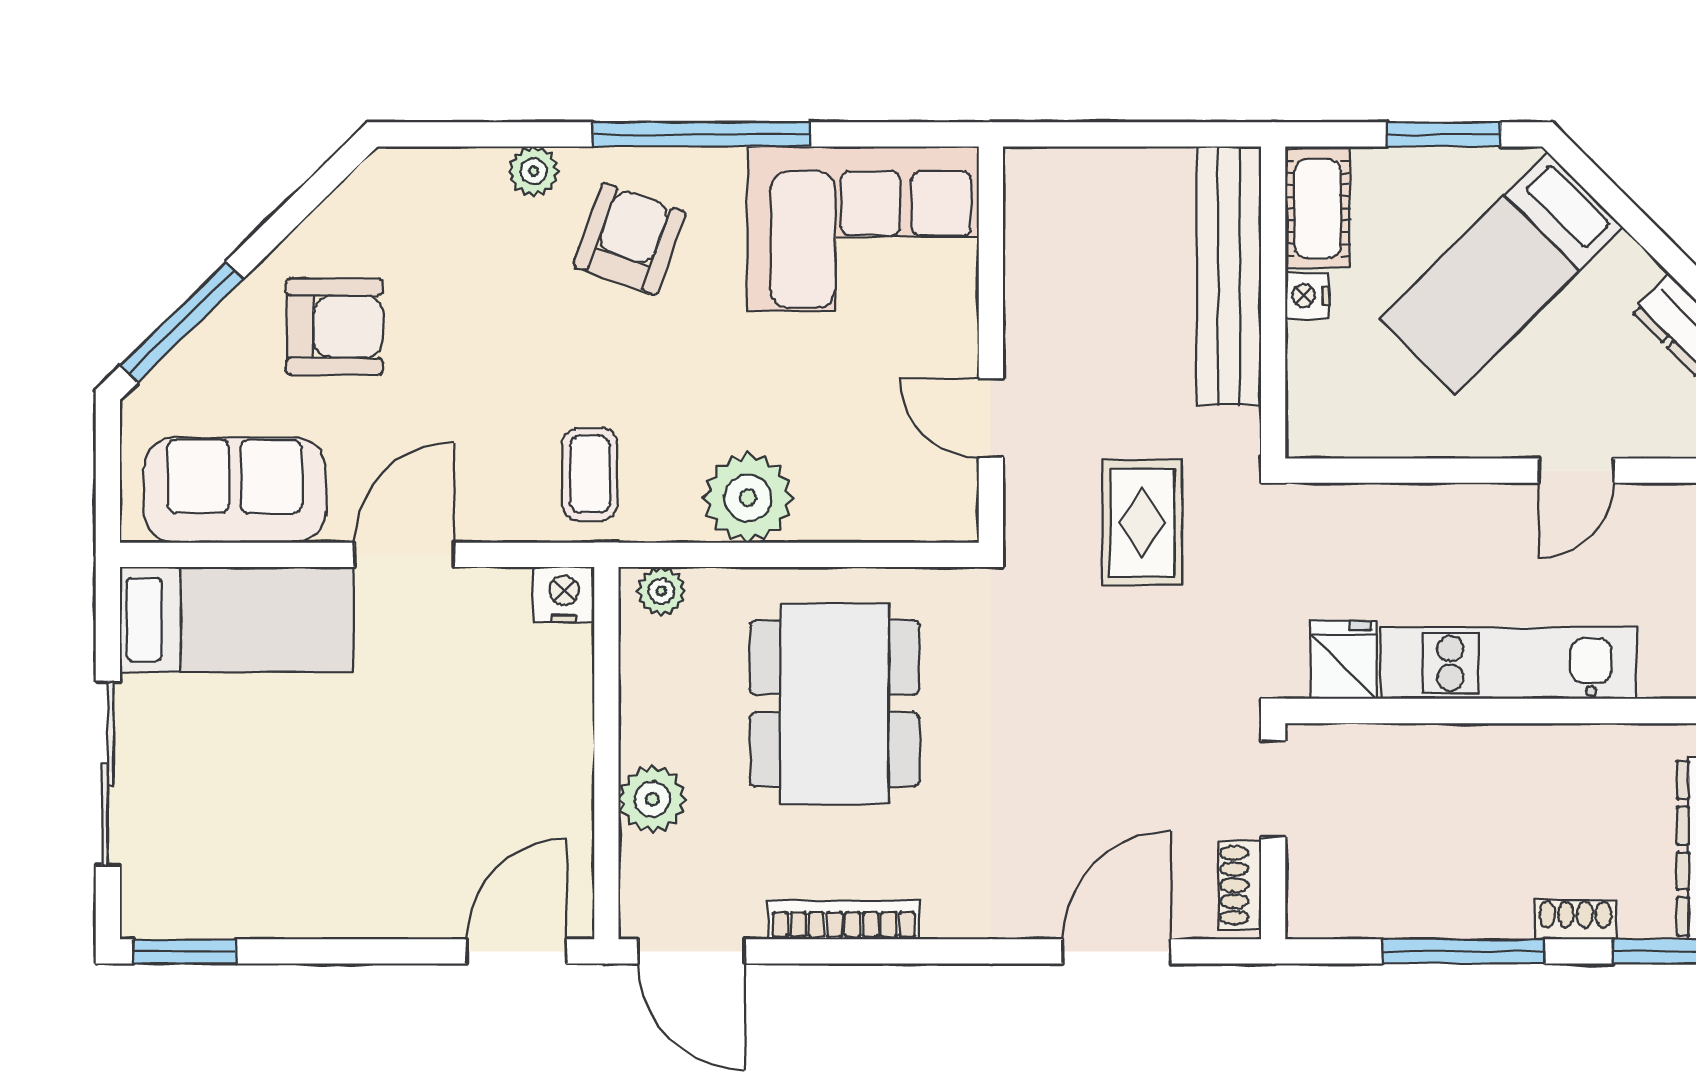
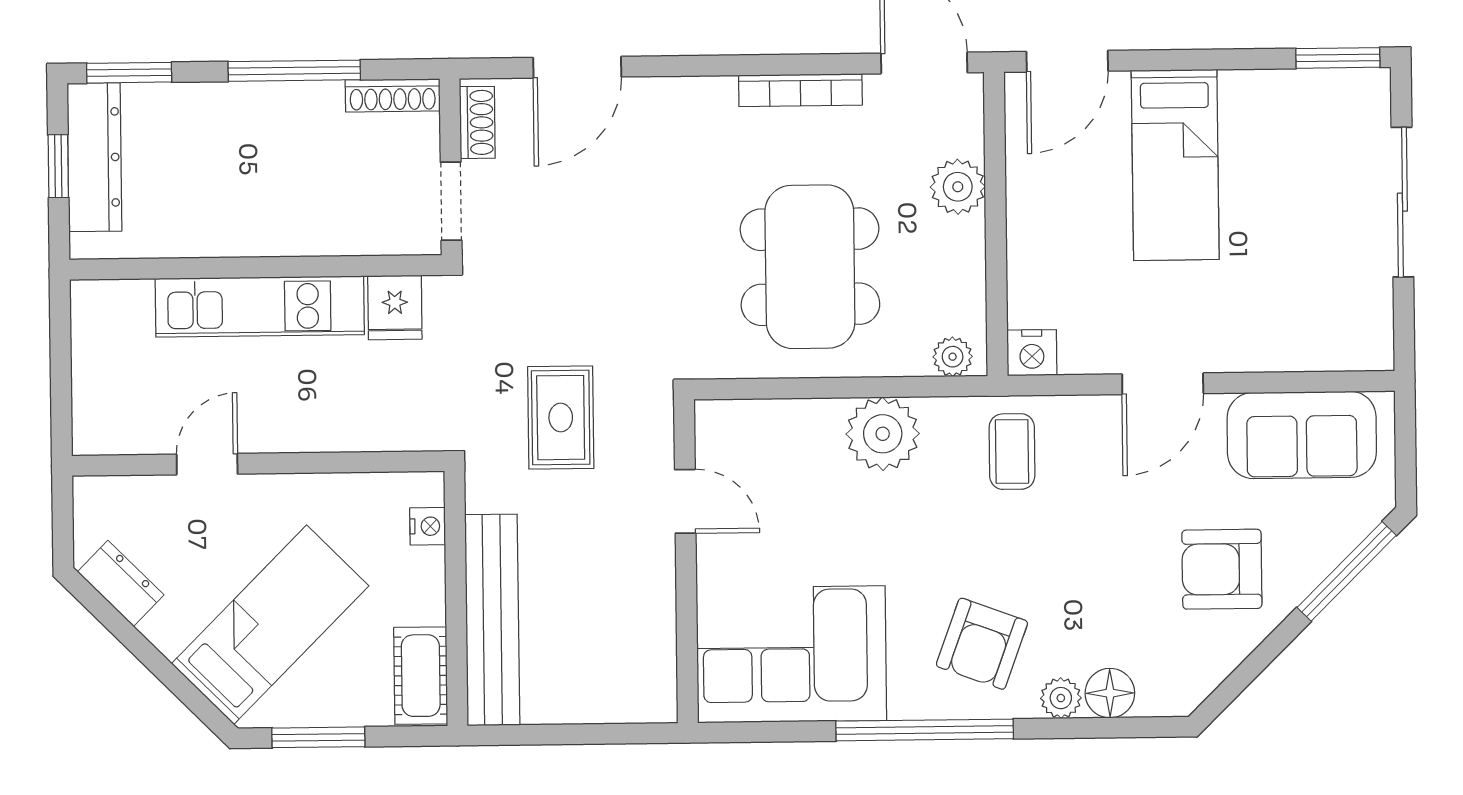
floor lamp: (474, 177) -> (1110, 693), added
nightstand: (1307, 296) -> (428, 526), moved
bed: (236, 619) -> (1175, 165), moved, turned -90
shoe rack: (1575, 920) -> (393, 95), moved, width x1.43

